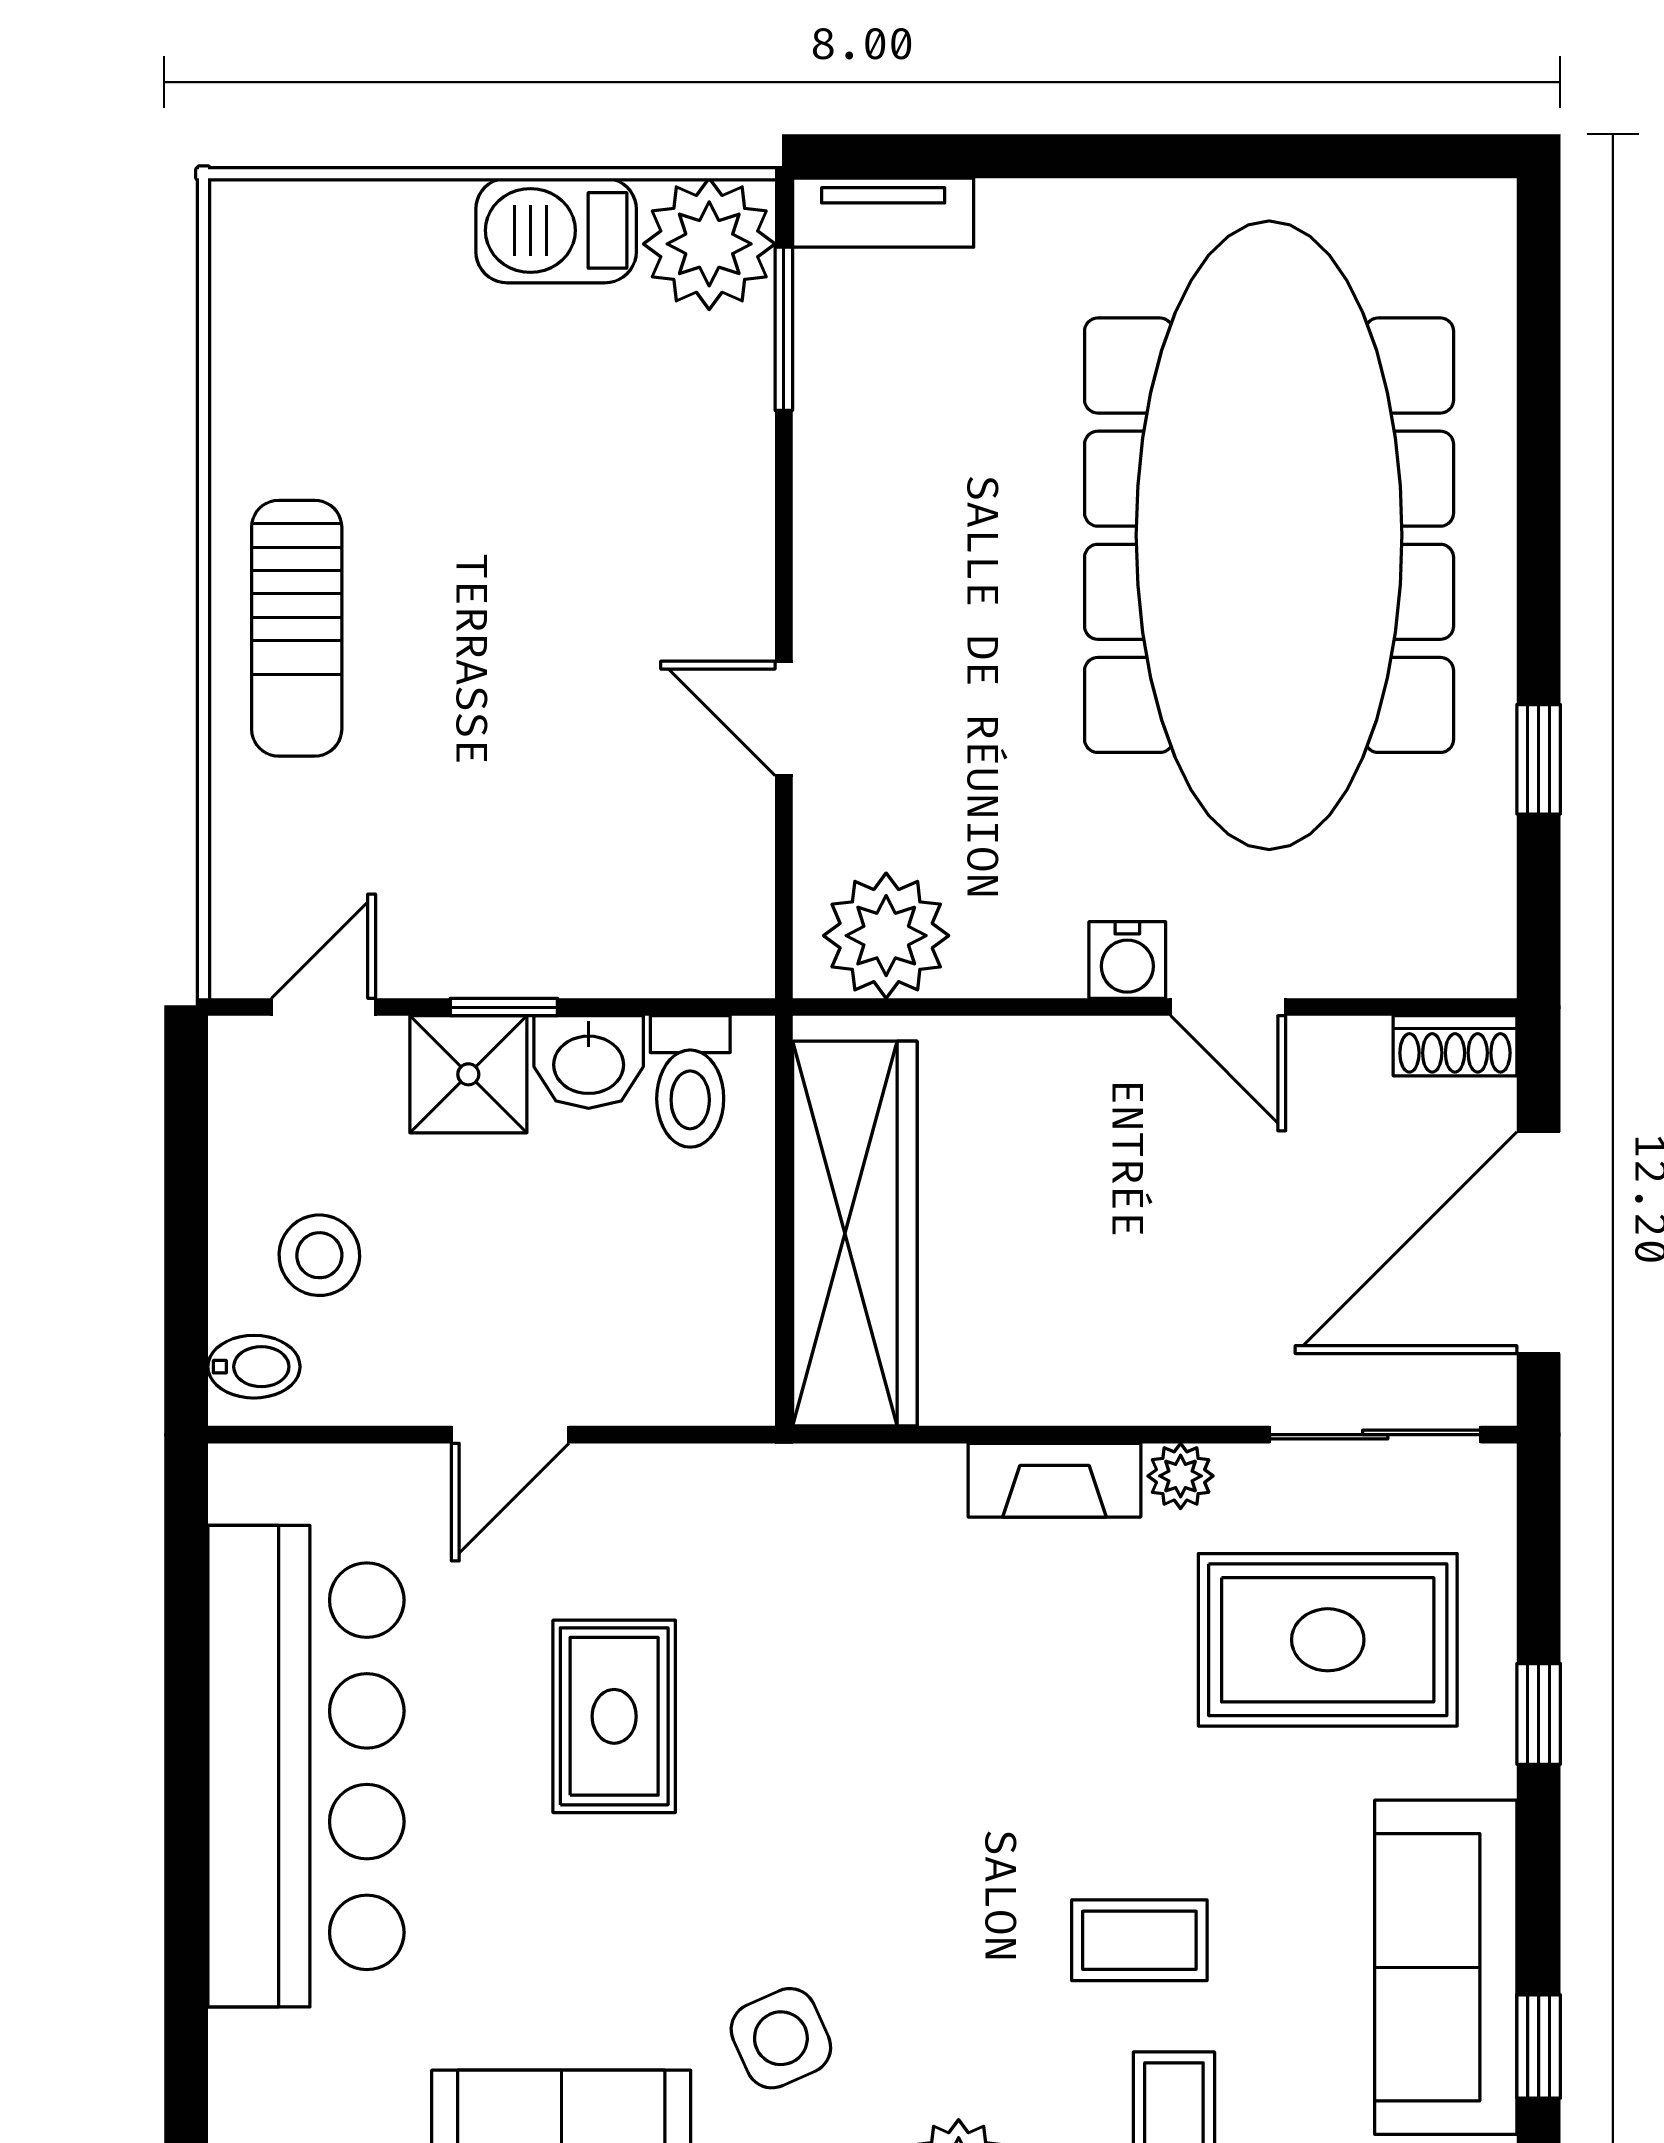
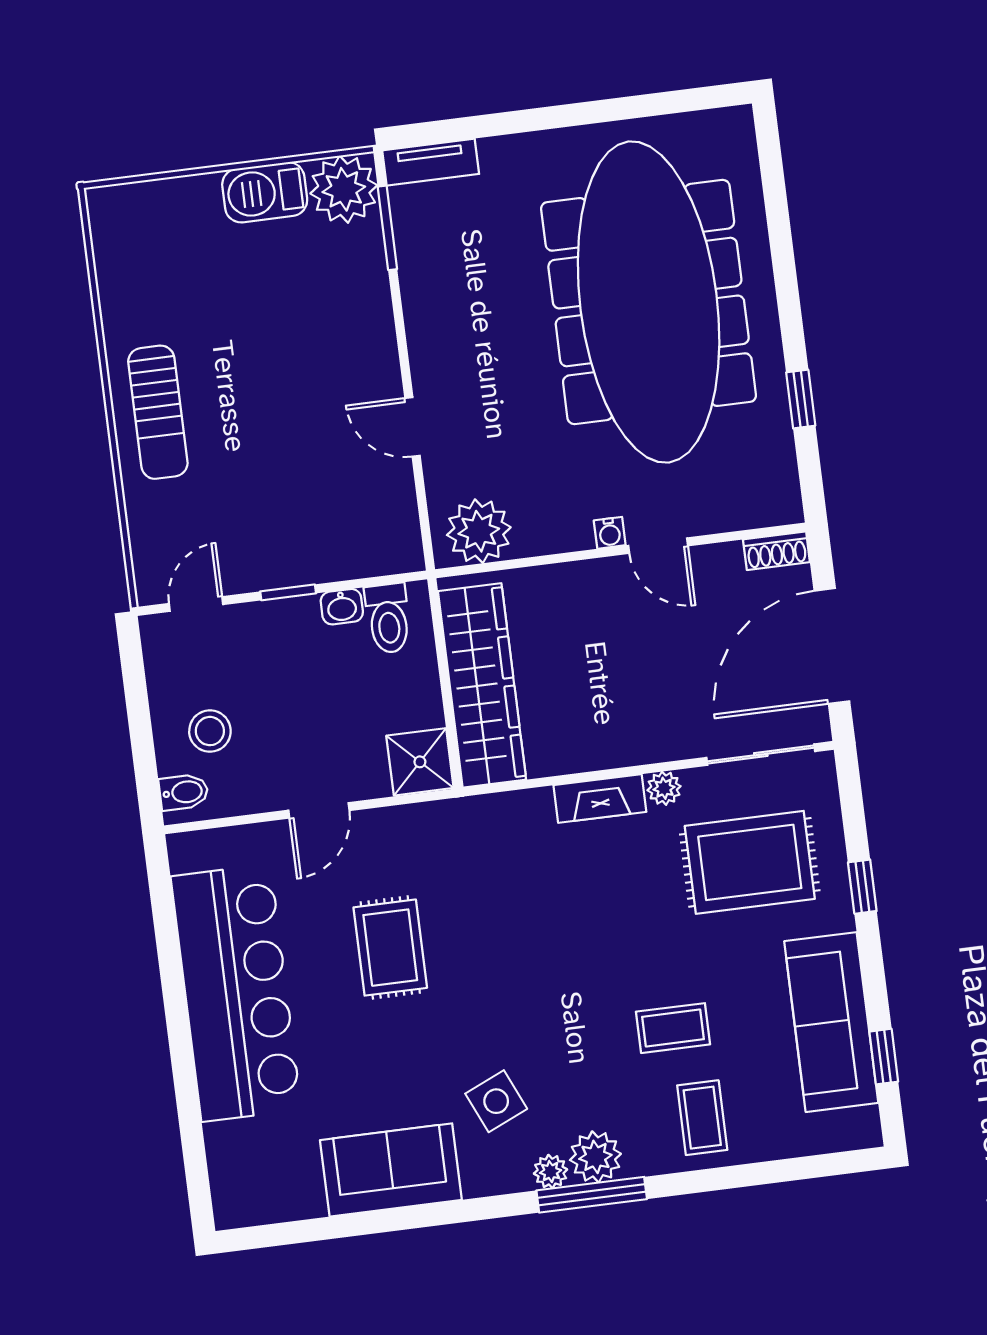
water cooler: (1127, 960) -> (610, 533), width x0.72, depth x0.72
washbasin: (589, 1062) -> (342, 607), width x0.72, depth x0.69
shower: (468, 1074) -> (420, 762), moved

